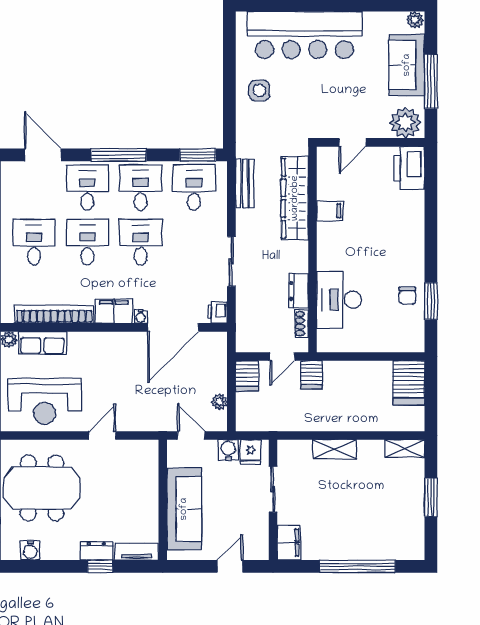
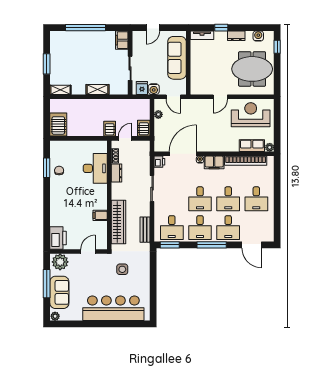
side table: (259, 90) -> (122, 269), moved
dresser: (96, 551) -> (236, 36), moved

